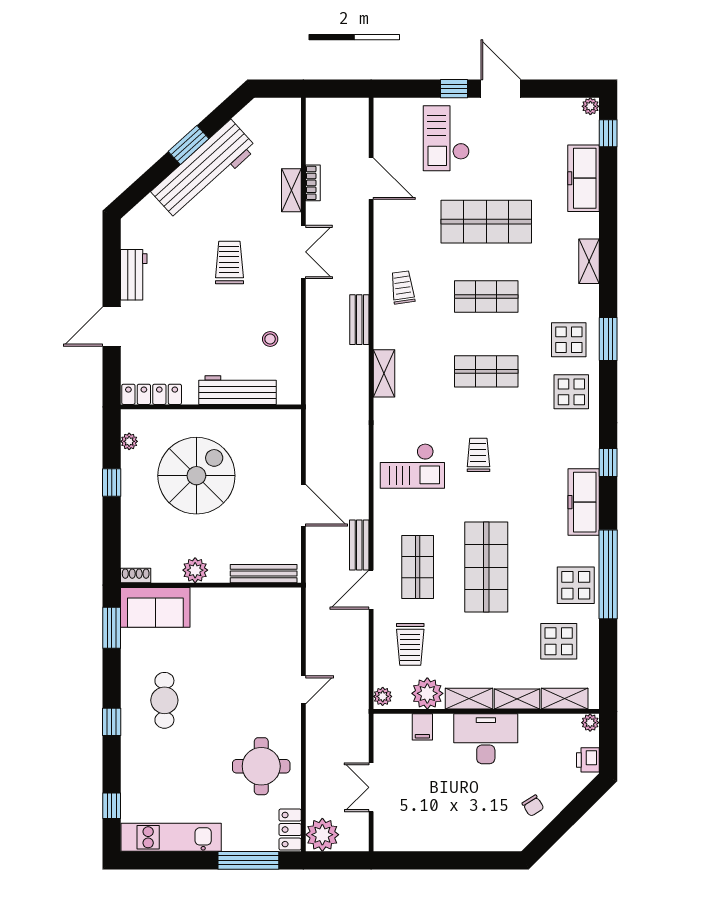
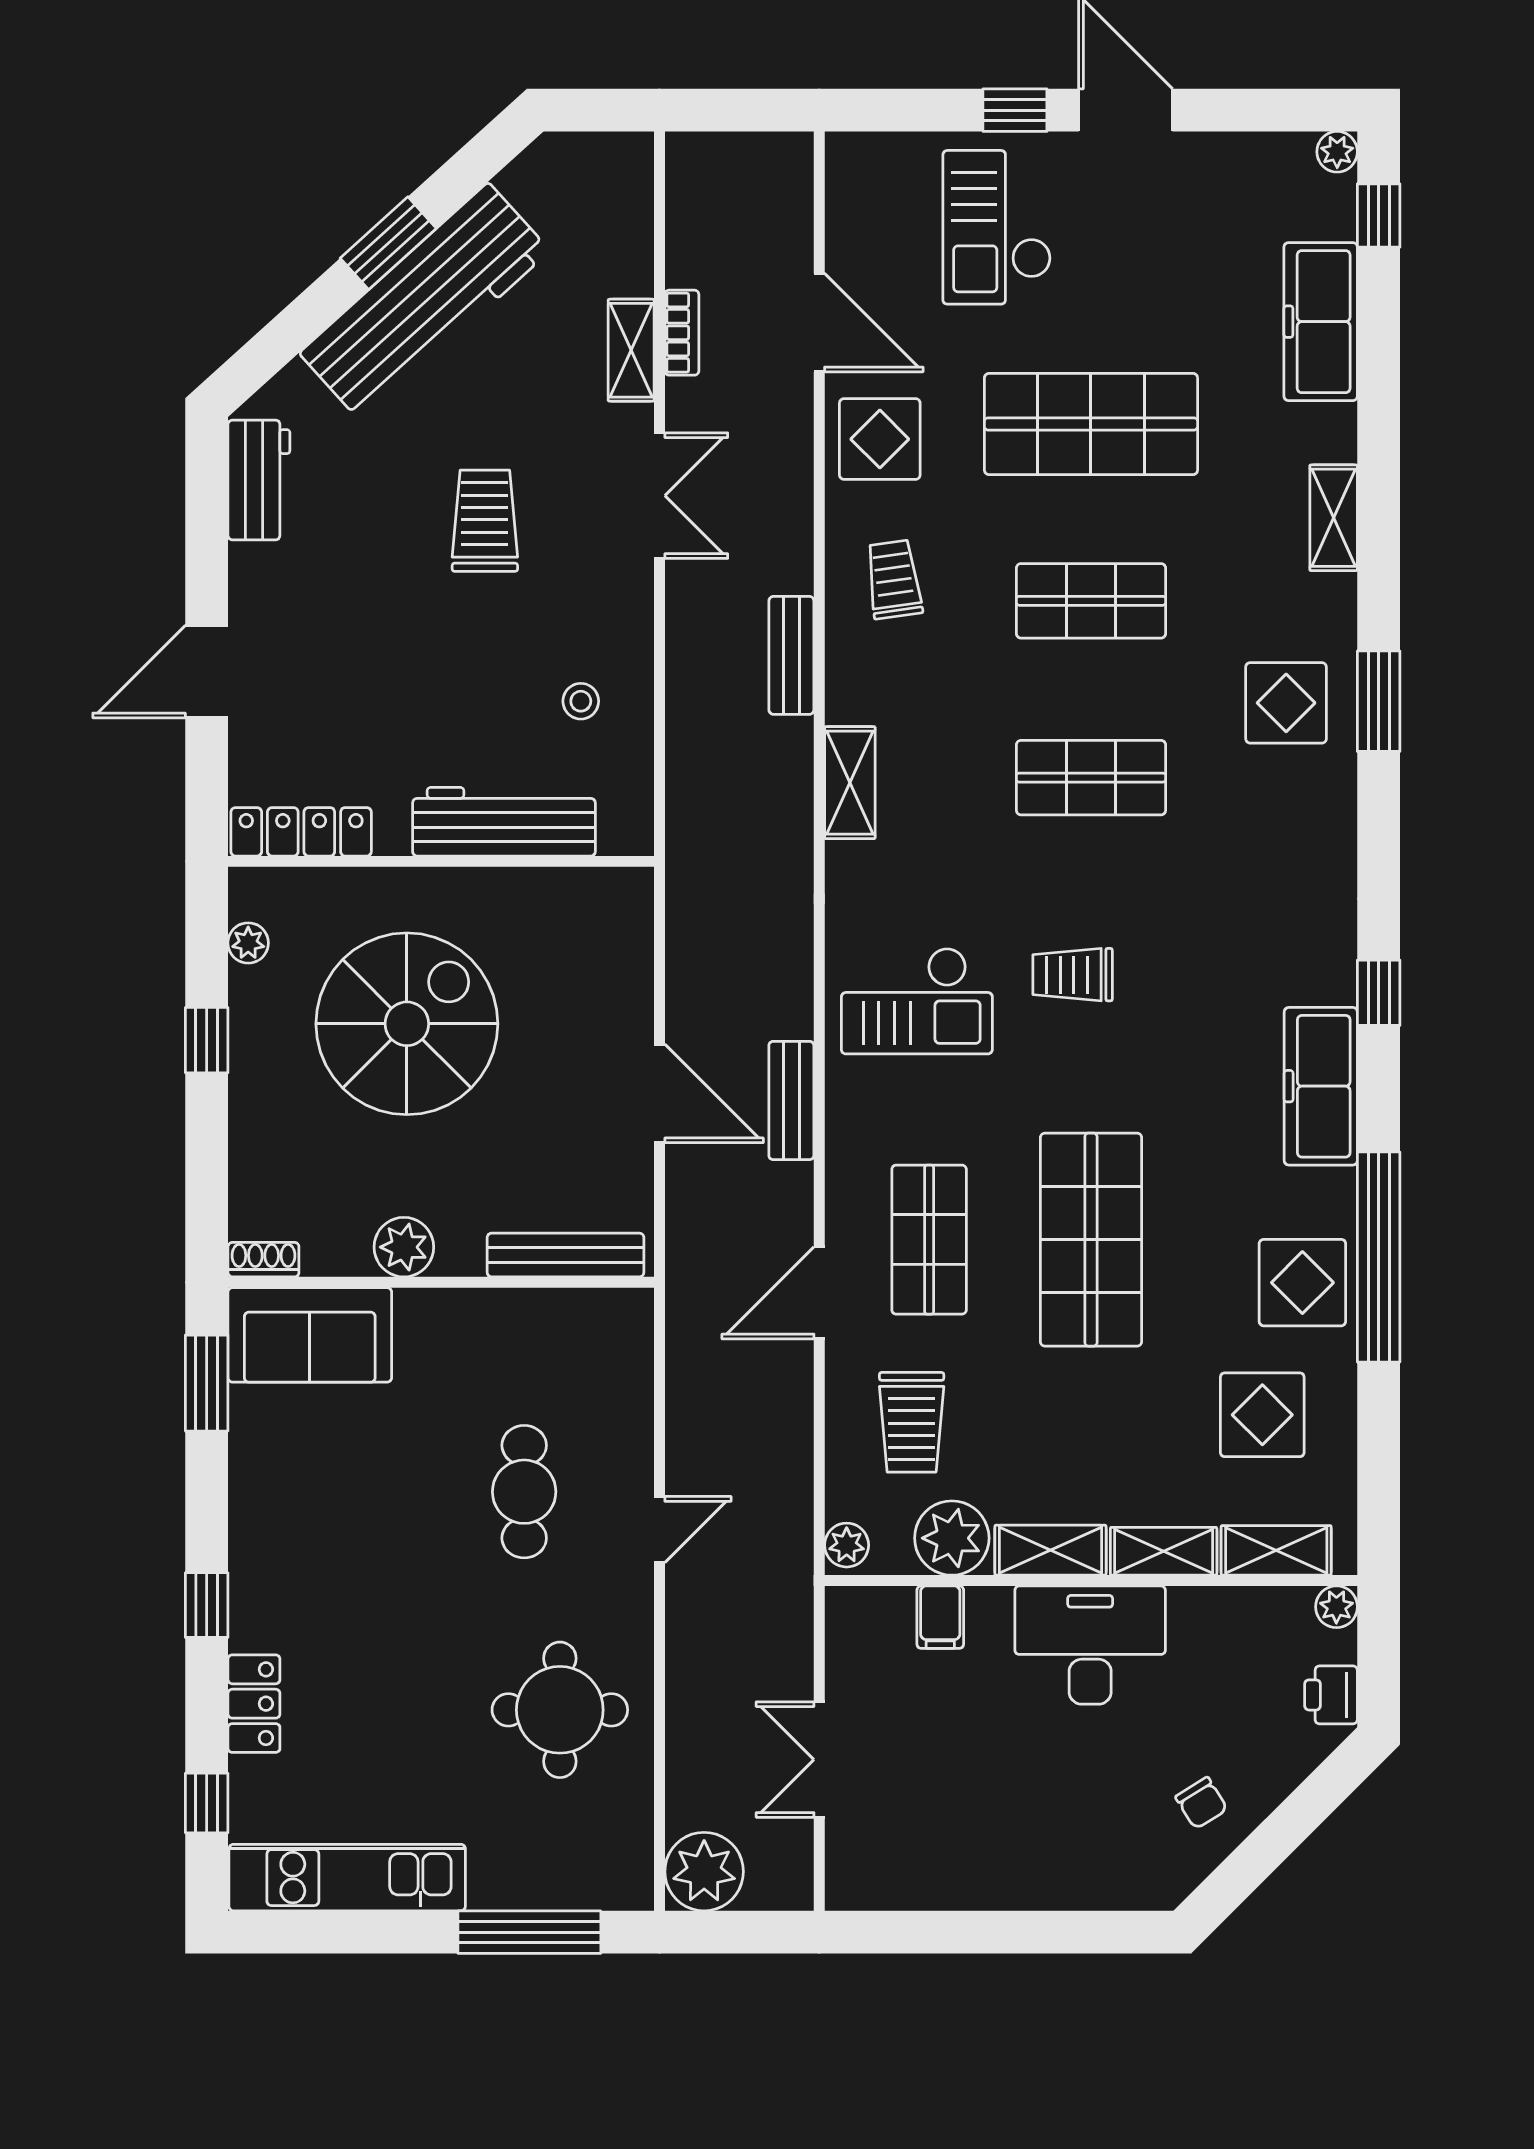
workbench: (134, 275) -> (259, 480), moved
display table: (571, 392) -> (880, 439), moved
trolley: (478, 455) -> (1073, 975), turned -90
bench: (359, 545) -> (791, 1100), moved
cafe table: (164, 700) -> (524, 1492), moved
locker: (290, 830) -> (254, 1704), moved, turned 180

